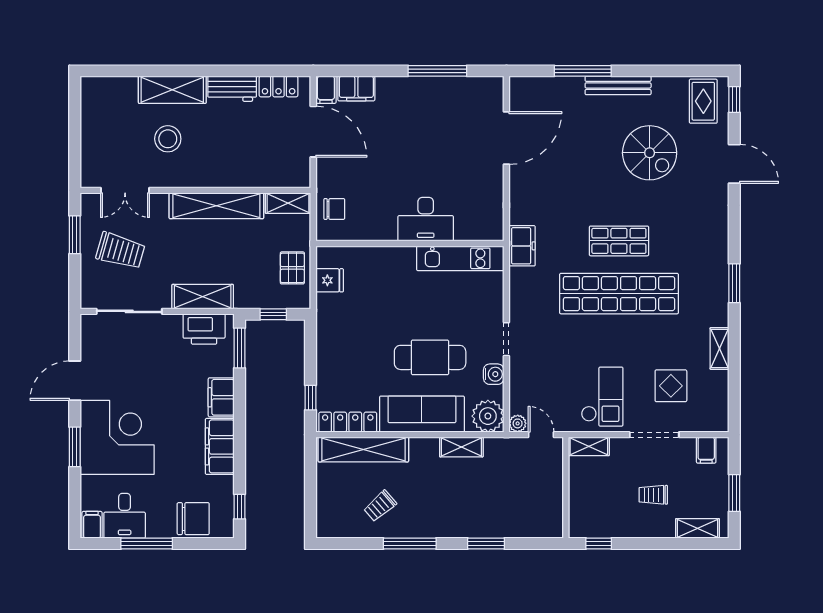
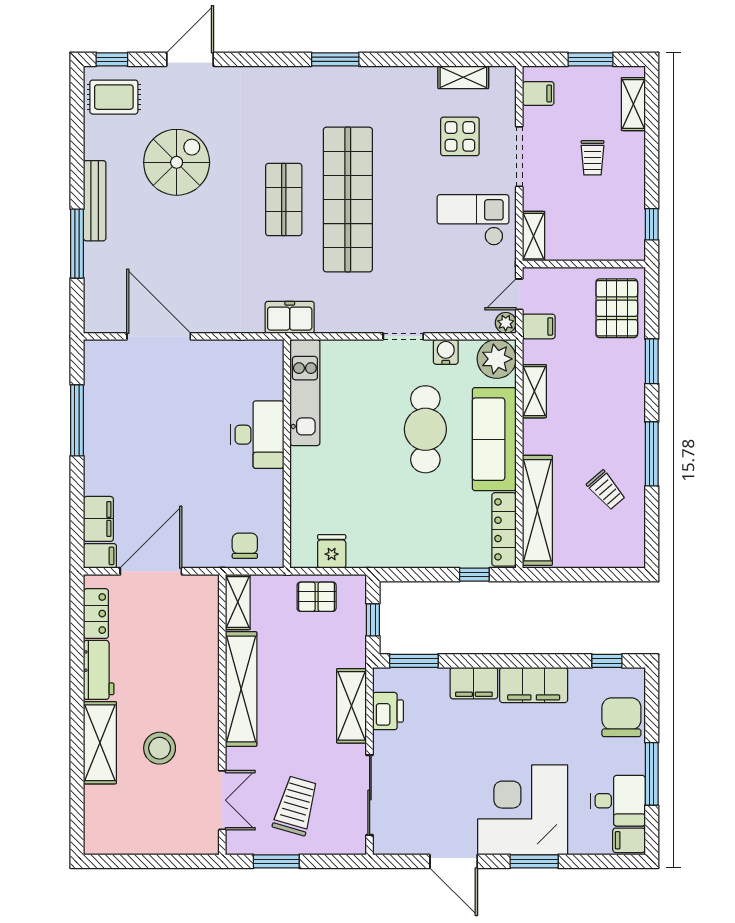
printer: (204, 329) -> (388, 711), width x0.73, depth x0.84
shelving: (720, 348) -> (463, 77), moved
filing cabinet: (515, 451) -> (539, 326), added
pallet: (530, 515) -> (617, 308), added

